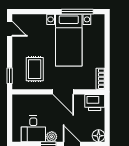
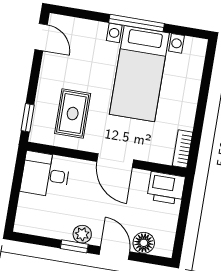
window: (77, 12) -> (136, 23), moved
desk: (33, 129) -> (45, 175), moved, turned 90
floor lamp: (99, 136) -> (144, 243), moved

